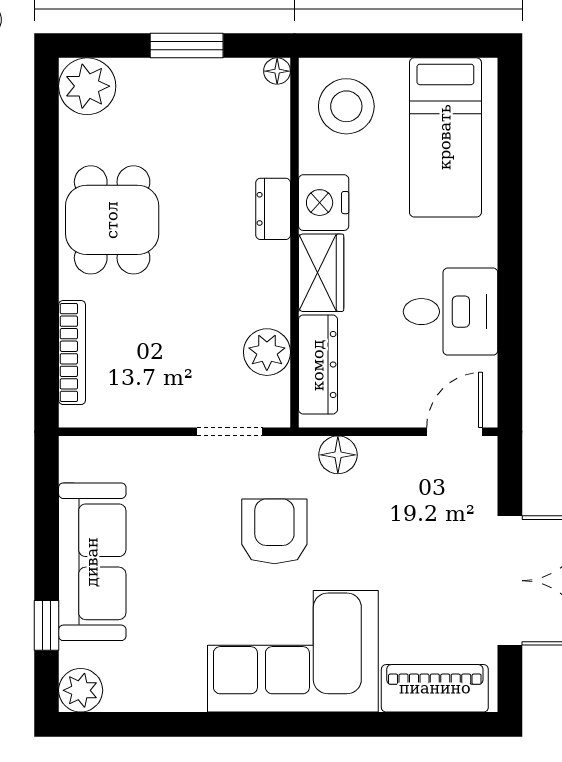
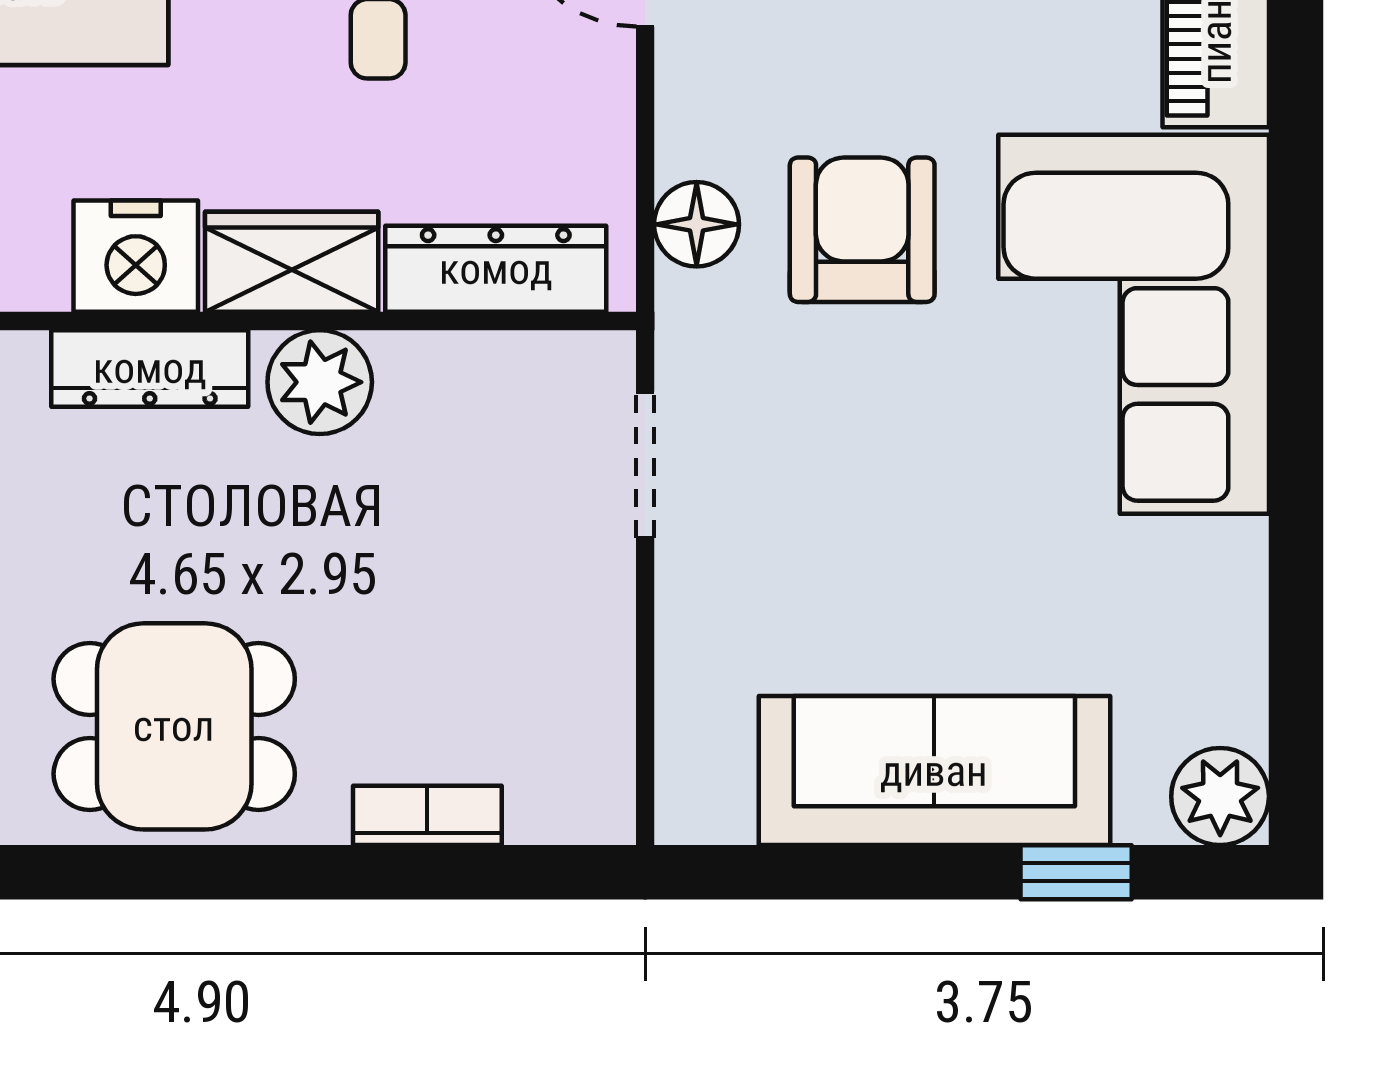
dresser: (273, 209) -> (150, 368), width x1.44
plant: (267, 352) -> (320, 382), moved
bookcase: (72, 353) -> (427, 815), width x0.64
armchair: (274, 531) -> (862, 230), moved, turned 90

